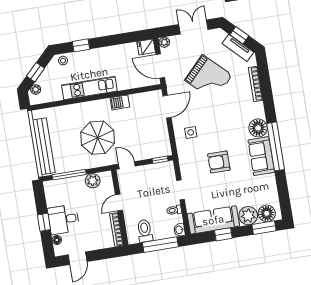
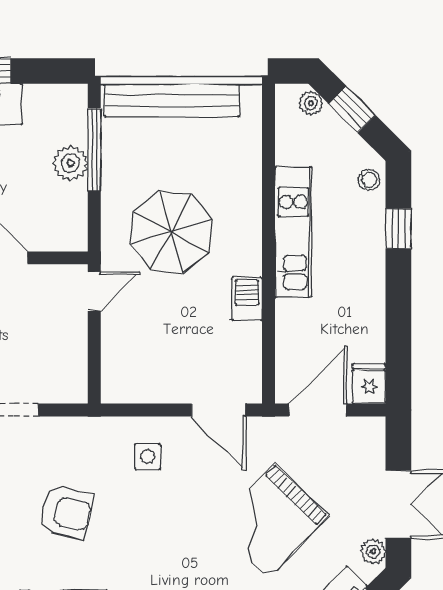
plant: (164, 42) -> (373, 551), moved
window: (160, 160) -> (94, 373), removed
armchair: (219, 162) -> (66, 512), turned 103
plant: (93, 181) -> (70, 163), moved

